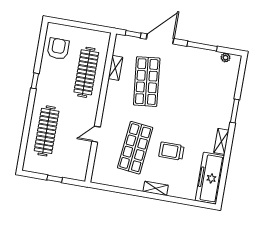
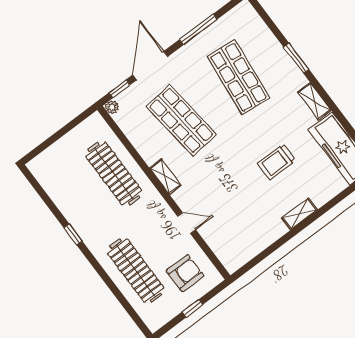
armchair: (58, 49) -> (185, 273), moved, turned 90
plant: (226, 58) -> (112, 107), moved
shelving: (115, 68) -> (165, 176), moved
door: (96, 134) -> (187, 223), swing flipped
shop shelf: (135, 148) -> (239, 77), moved

